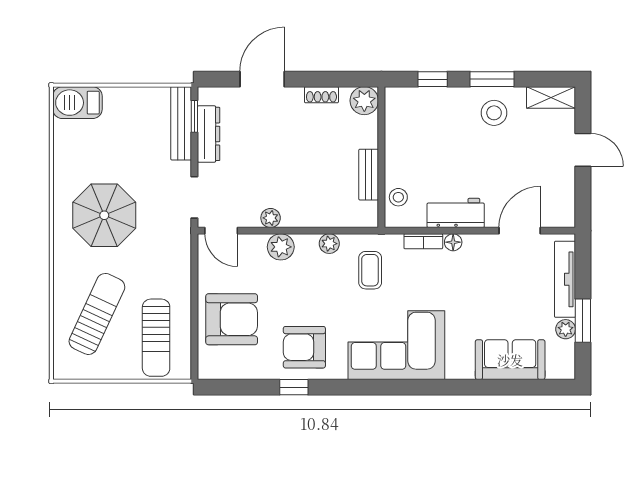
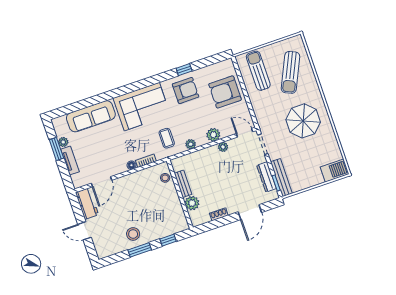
shelving: (551, 97) -> (108, 251), removed
plant: (364, 101) -> (192, 203), moved
workbench: (456, 213) -> (87, 204), moved, turned -90
tv unit: (565, 279) -> (70, 161), width x0.71
sofa: (510, 360) -> (91, 116), width x1.36

